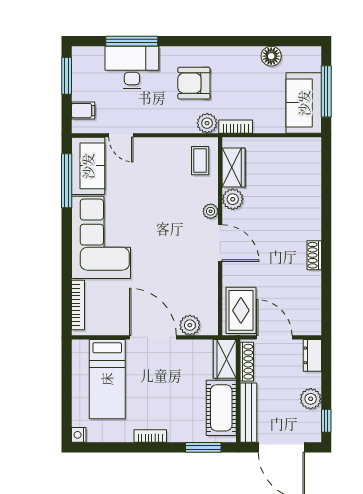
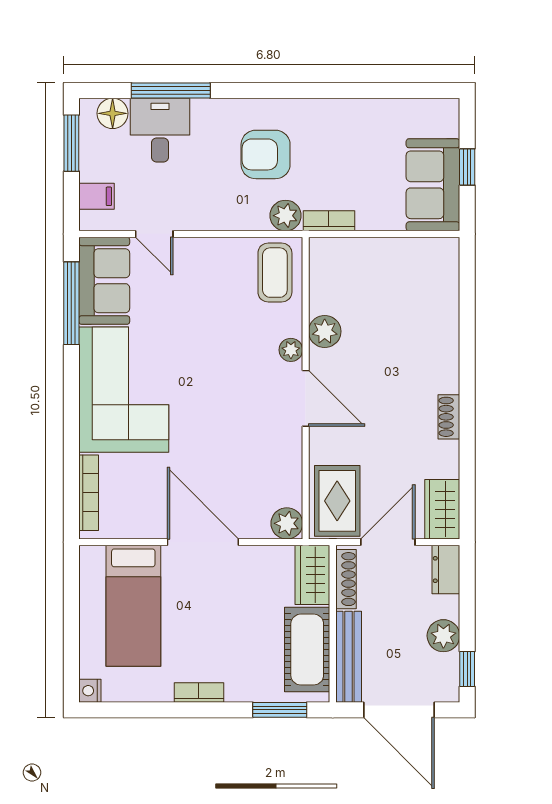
floor lamp: (271, 56) -> (113, 113), moved
desk: (132, 67) -> (160, 130), width x0.73
window: (326, 91) -> (467, 167), width x0.46
coffee table: (200, 161) -> (275, 273), width x1.36, depth x1.30
wardrobe: (234, 167) -> (442, 509), moved, turned 180
plant: (190, 325) -> (287, 523), moved
door: (274, 337) -> (388, 542), hinge flipped

